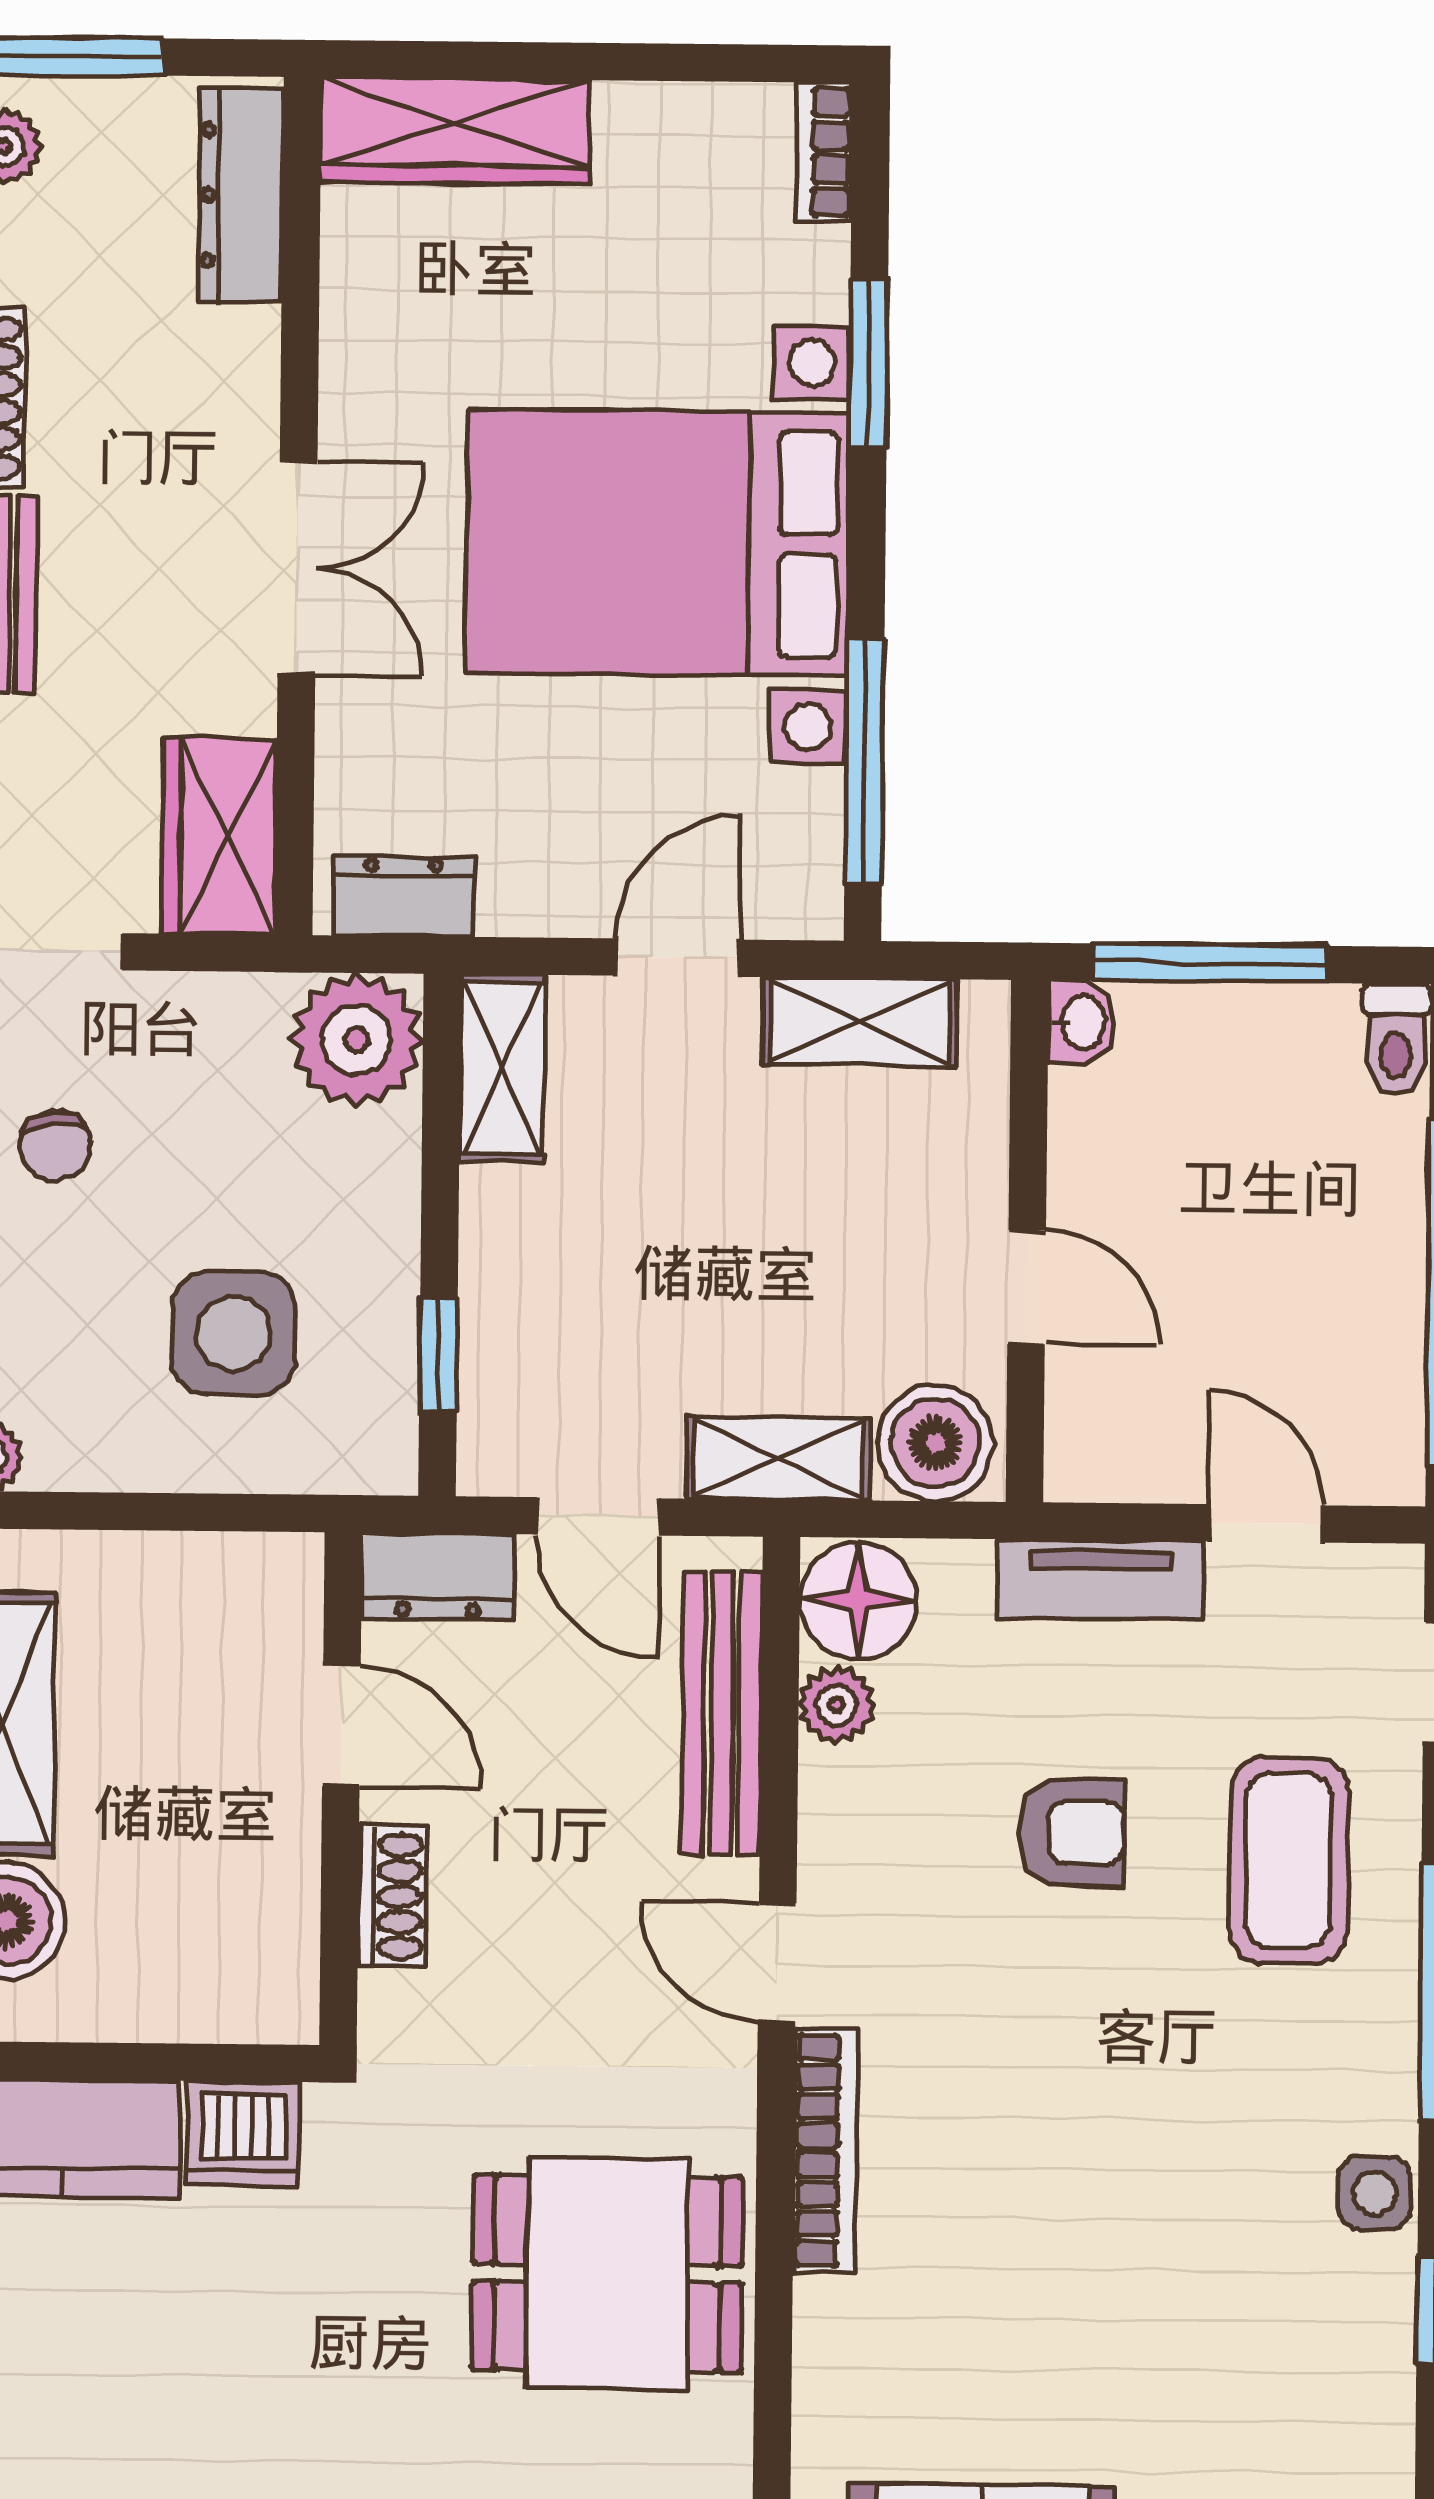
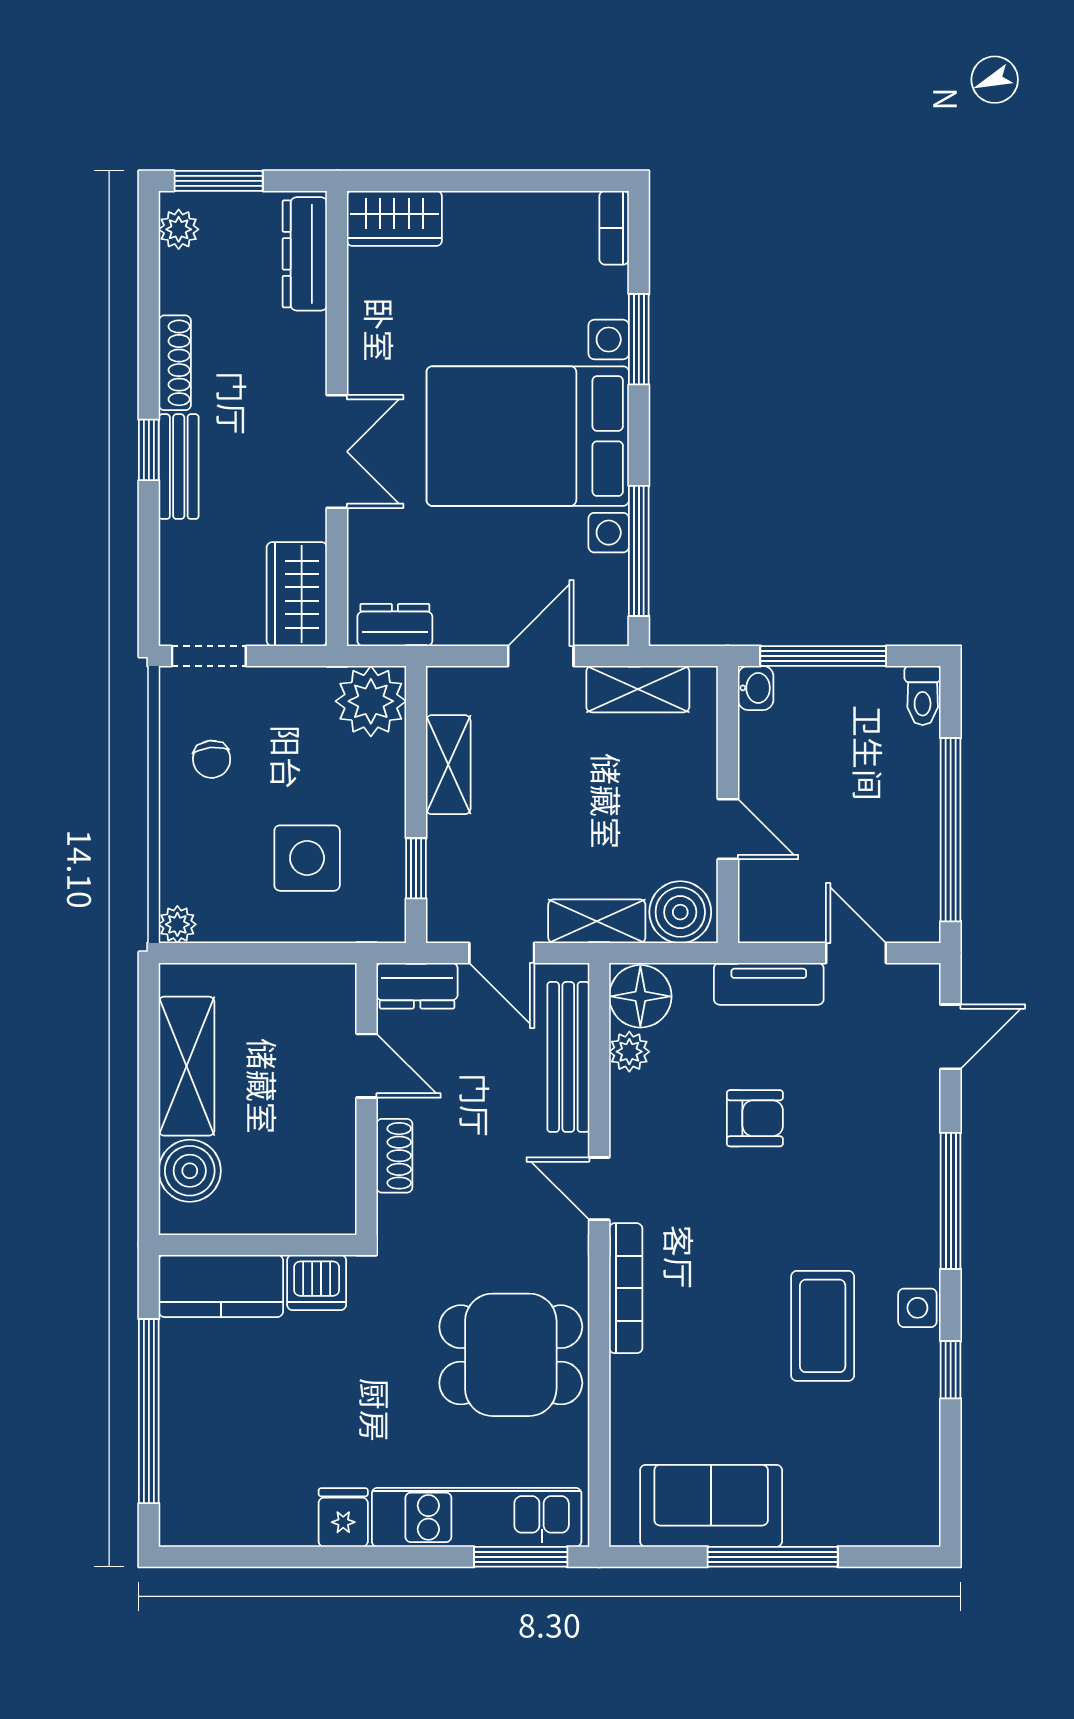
wardrobe: (455, 131) -> (394, 218), width x0.67
shelving: (502, 1068) -> (448, 765), moved
coffee table: (1289, 1860) -> (823, 1326), moved

